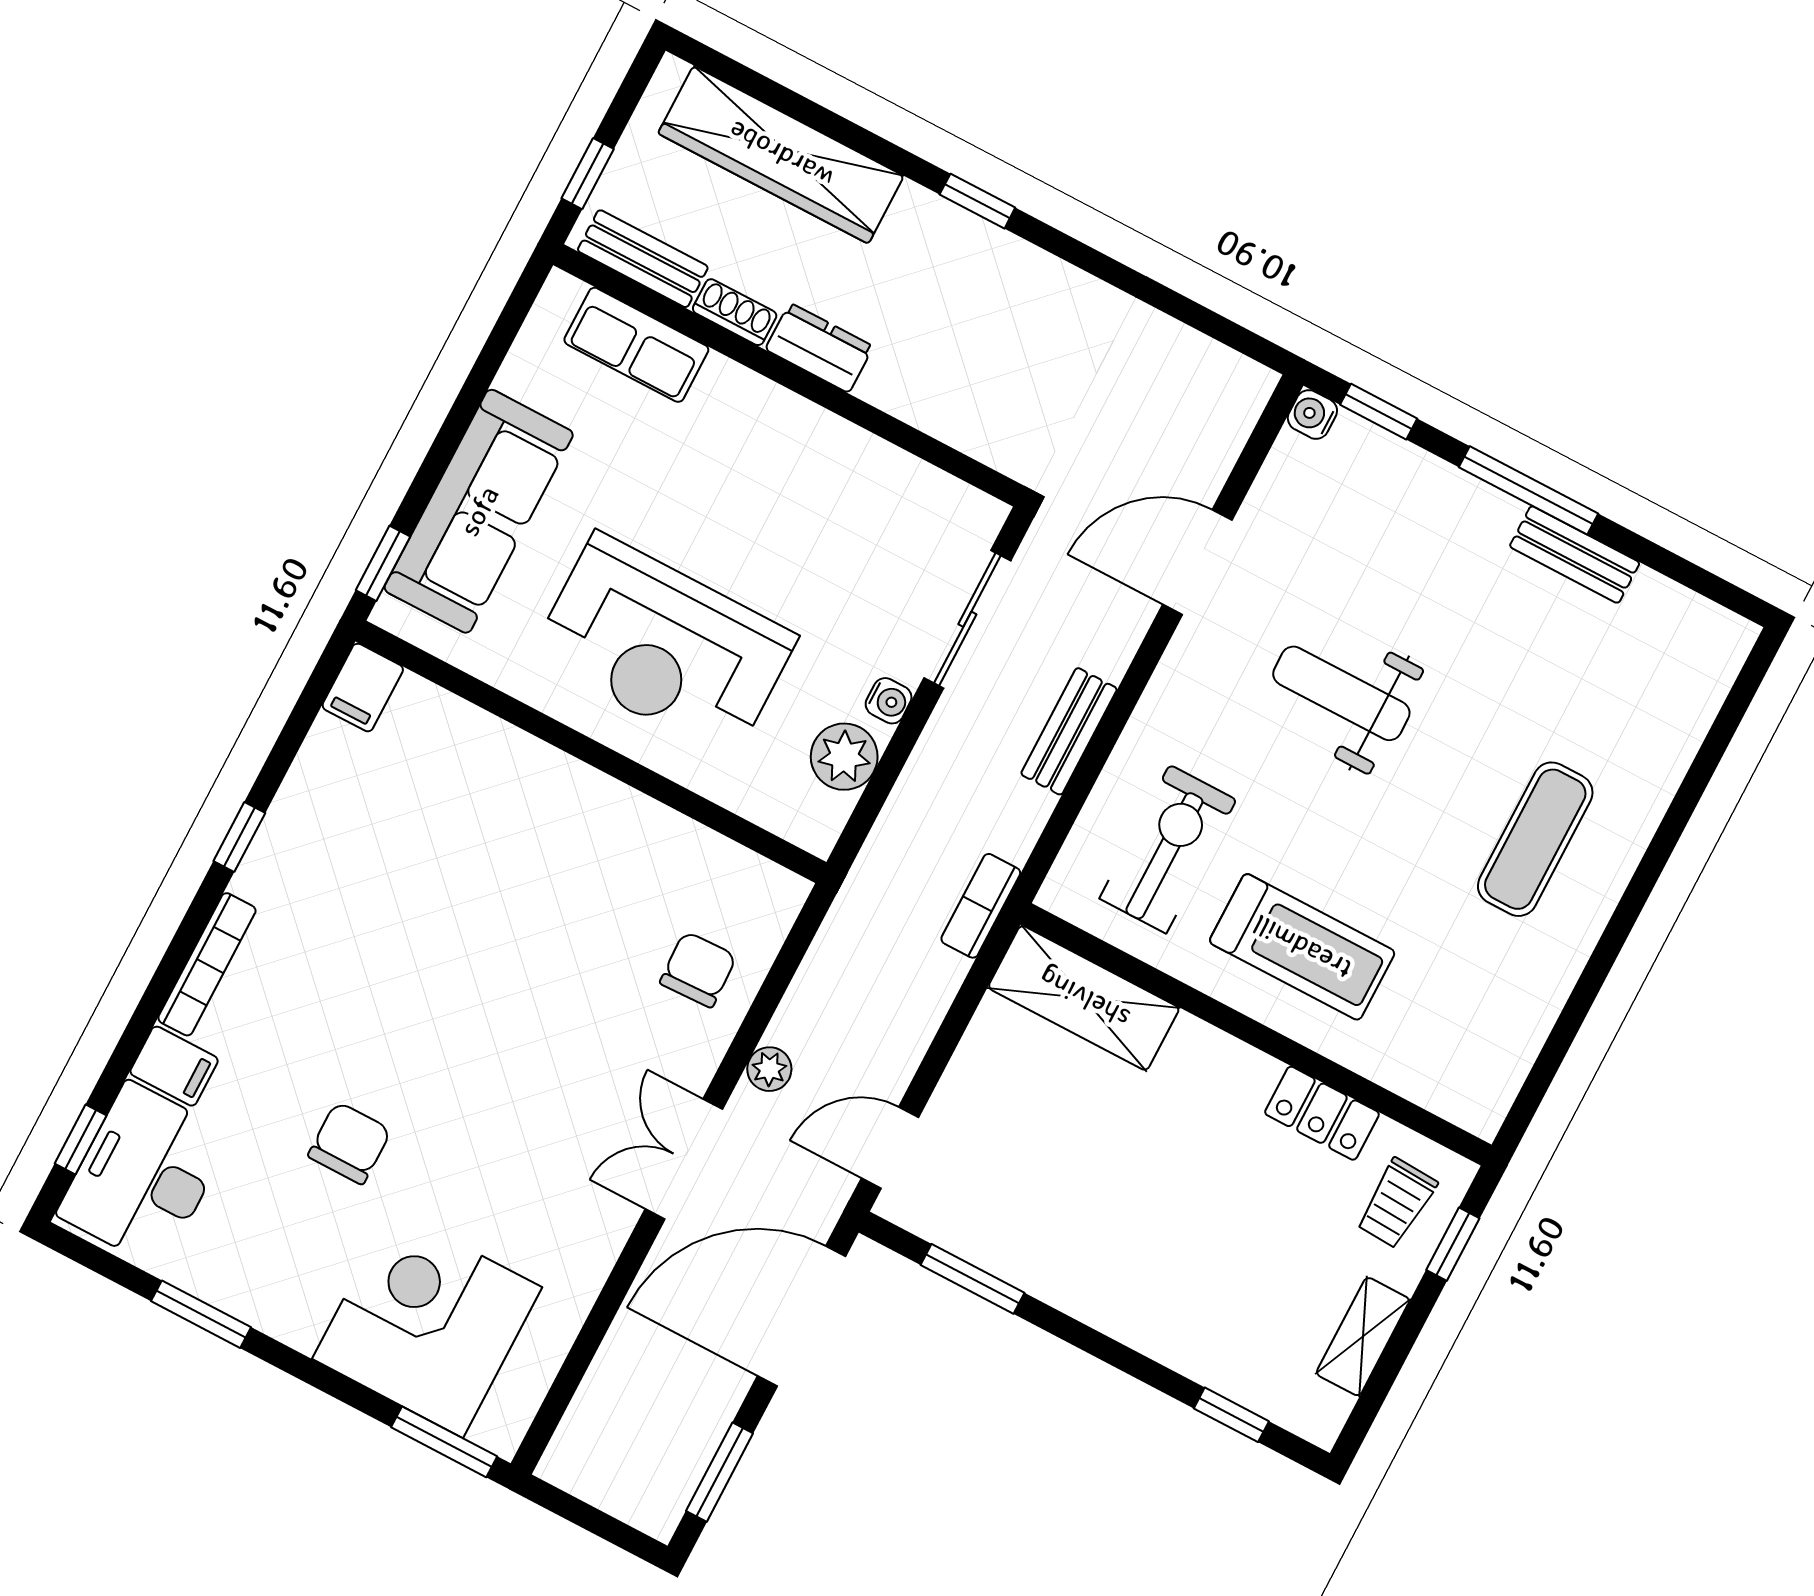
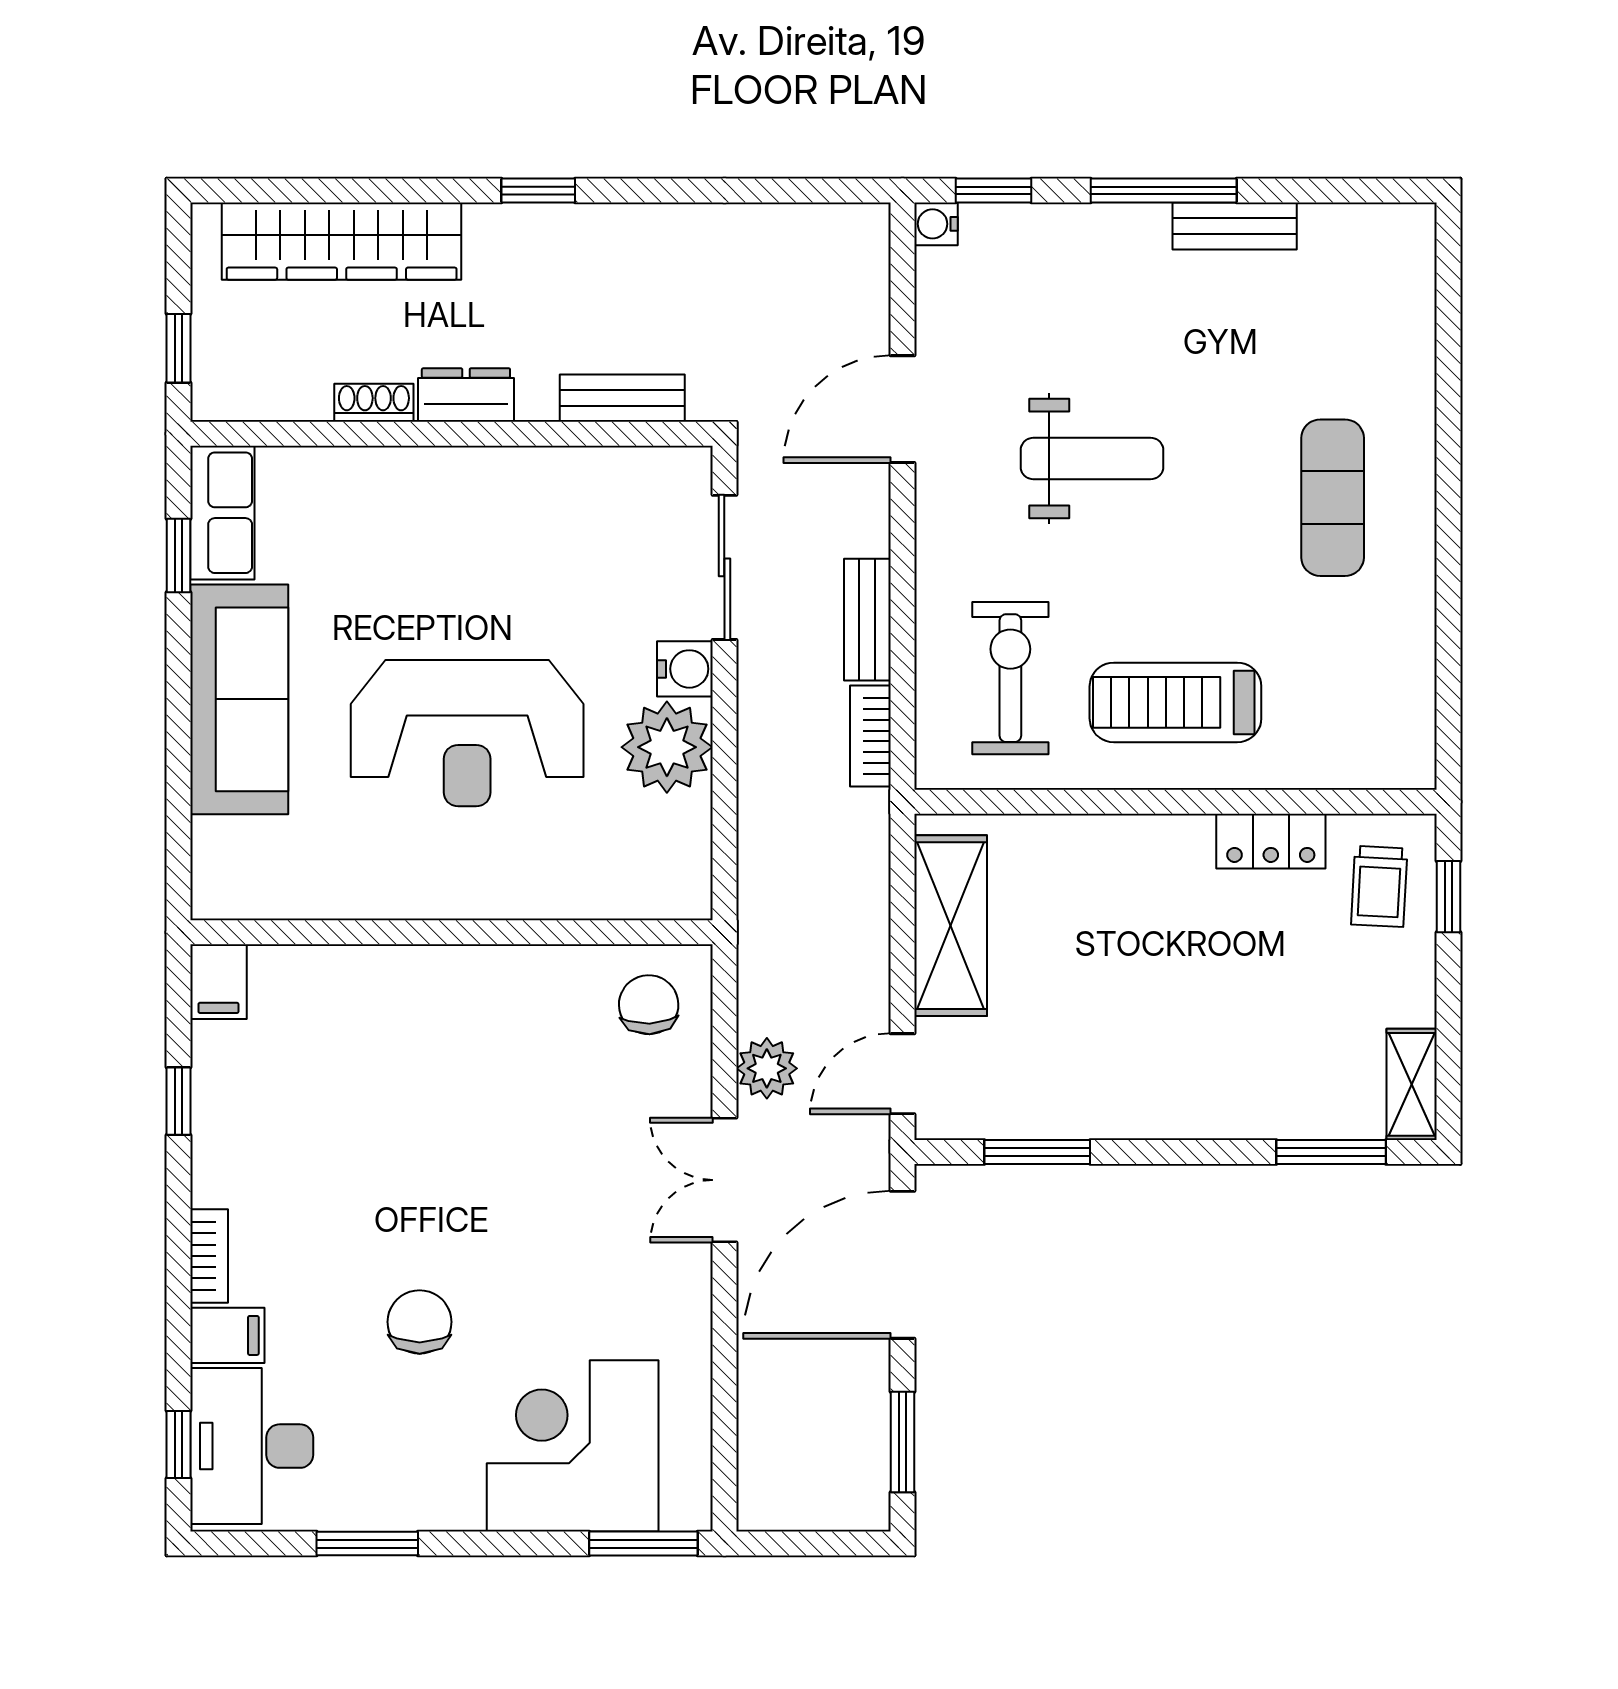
bench: (643, 259) -> (622, 398), moved
row of seats: (636, 345) -> (222, 513), moved, turned -90
window: (383, 563) -> (179, 555), moved
filing cabinet: (363, 687) -> (218, 982), moved
weight bench: (1341, 693) -> (1092, 459), turned 180
water cooler: (889, 701) -> (685, 669), width x1.38, depth x1.38
wall: (591, 752) -> (452, 932), moved
plant: (844, 757) -> (667, 747), width x1.36, depth x1.36
bookcase: (981, 906) -> (870, 736), moved
treadmill: (1302, 947) -> (1175, 702), turned 180
bookcase: (207, 964) -> (209, 1256), width x0.64
shelving: (1084, 998) -> (951, 926), moved, turned 90
plant: (769, 1069) -> (767, 1068), width x1.38, depth x1.38
shelving: (1363, 1337) -> (1412, 1084), moved
window: (1231, 1415) -> (1331, 1152), width x1.50

